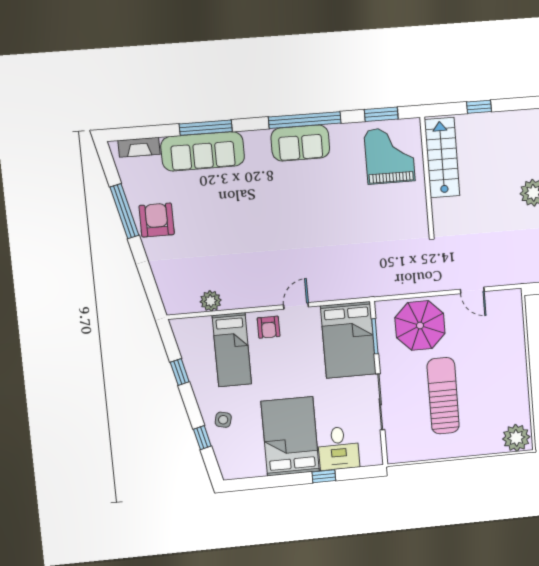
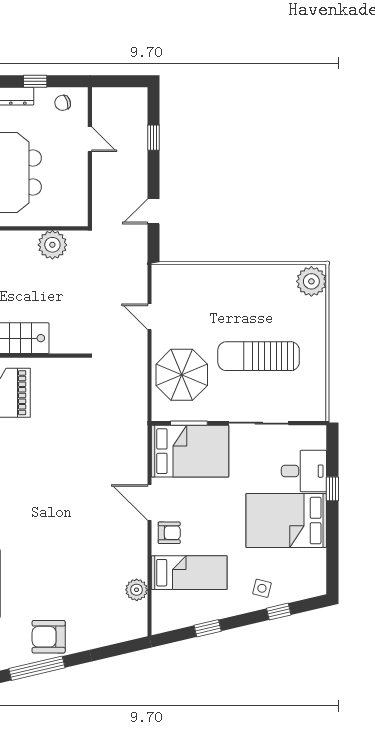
door: (472, 290) -> (150, 317), swing flipped
door: (296, 306) -> (150, 502), width x1.37

